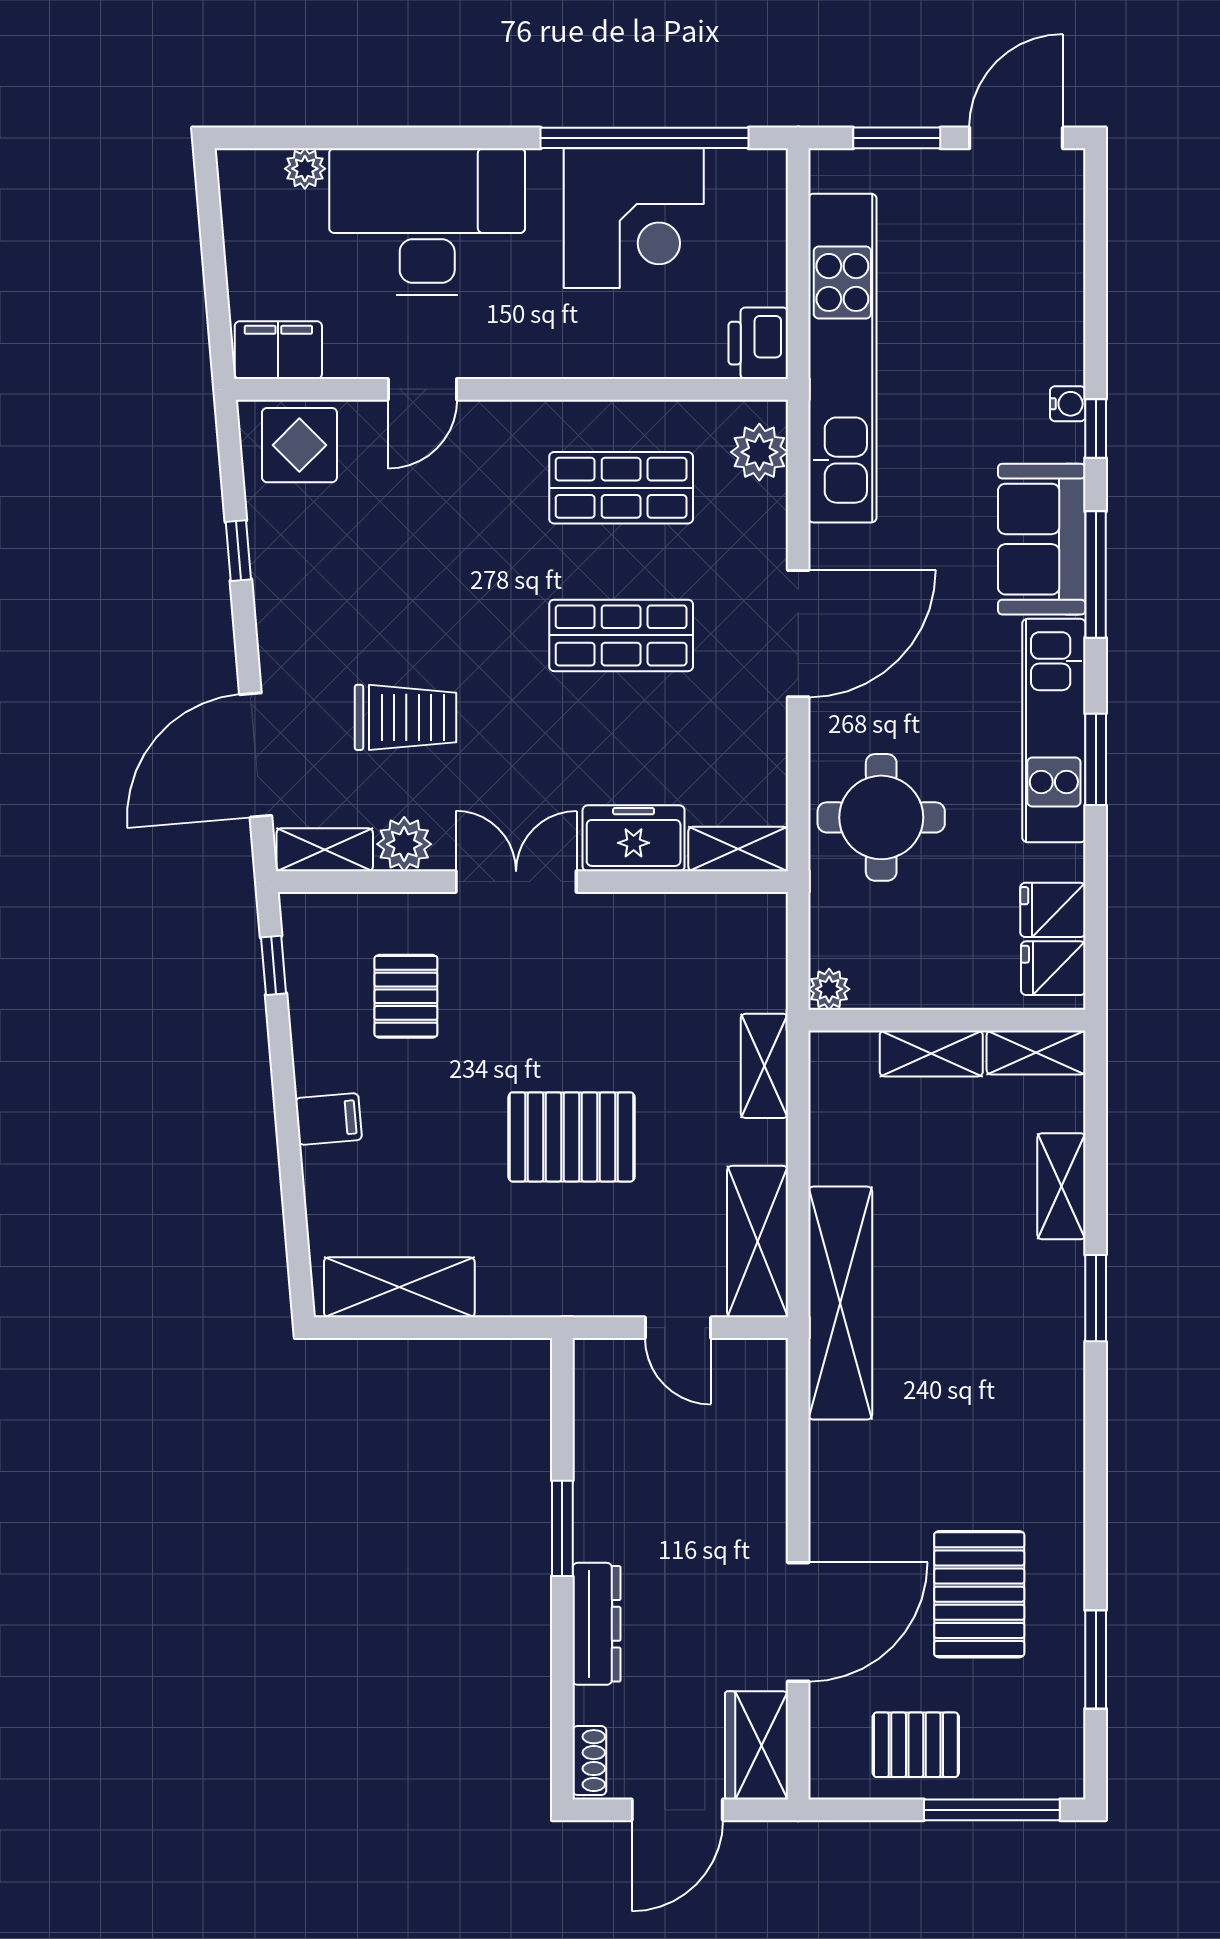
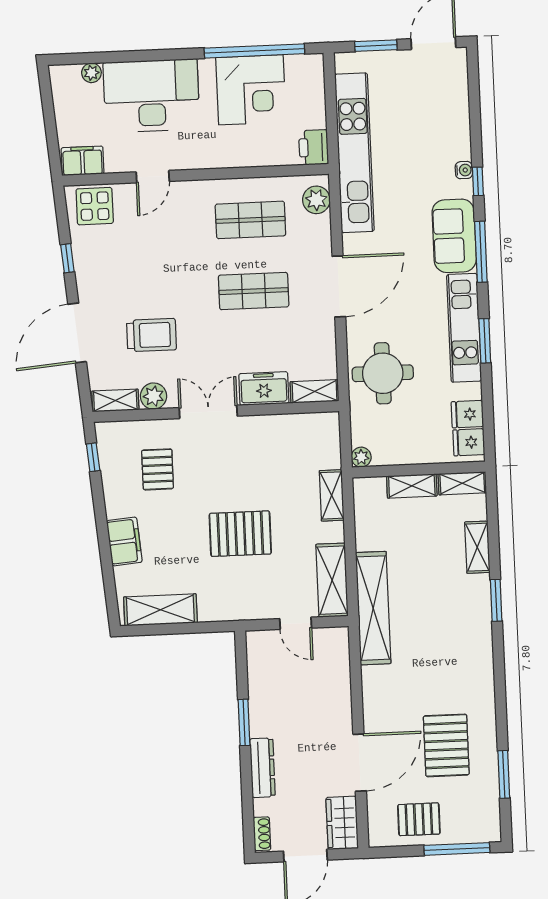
door: (256, 755) -> (77, 333), moved
filing cabinet: (329, 1119) -> (124, 541), width x2.00

